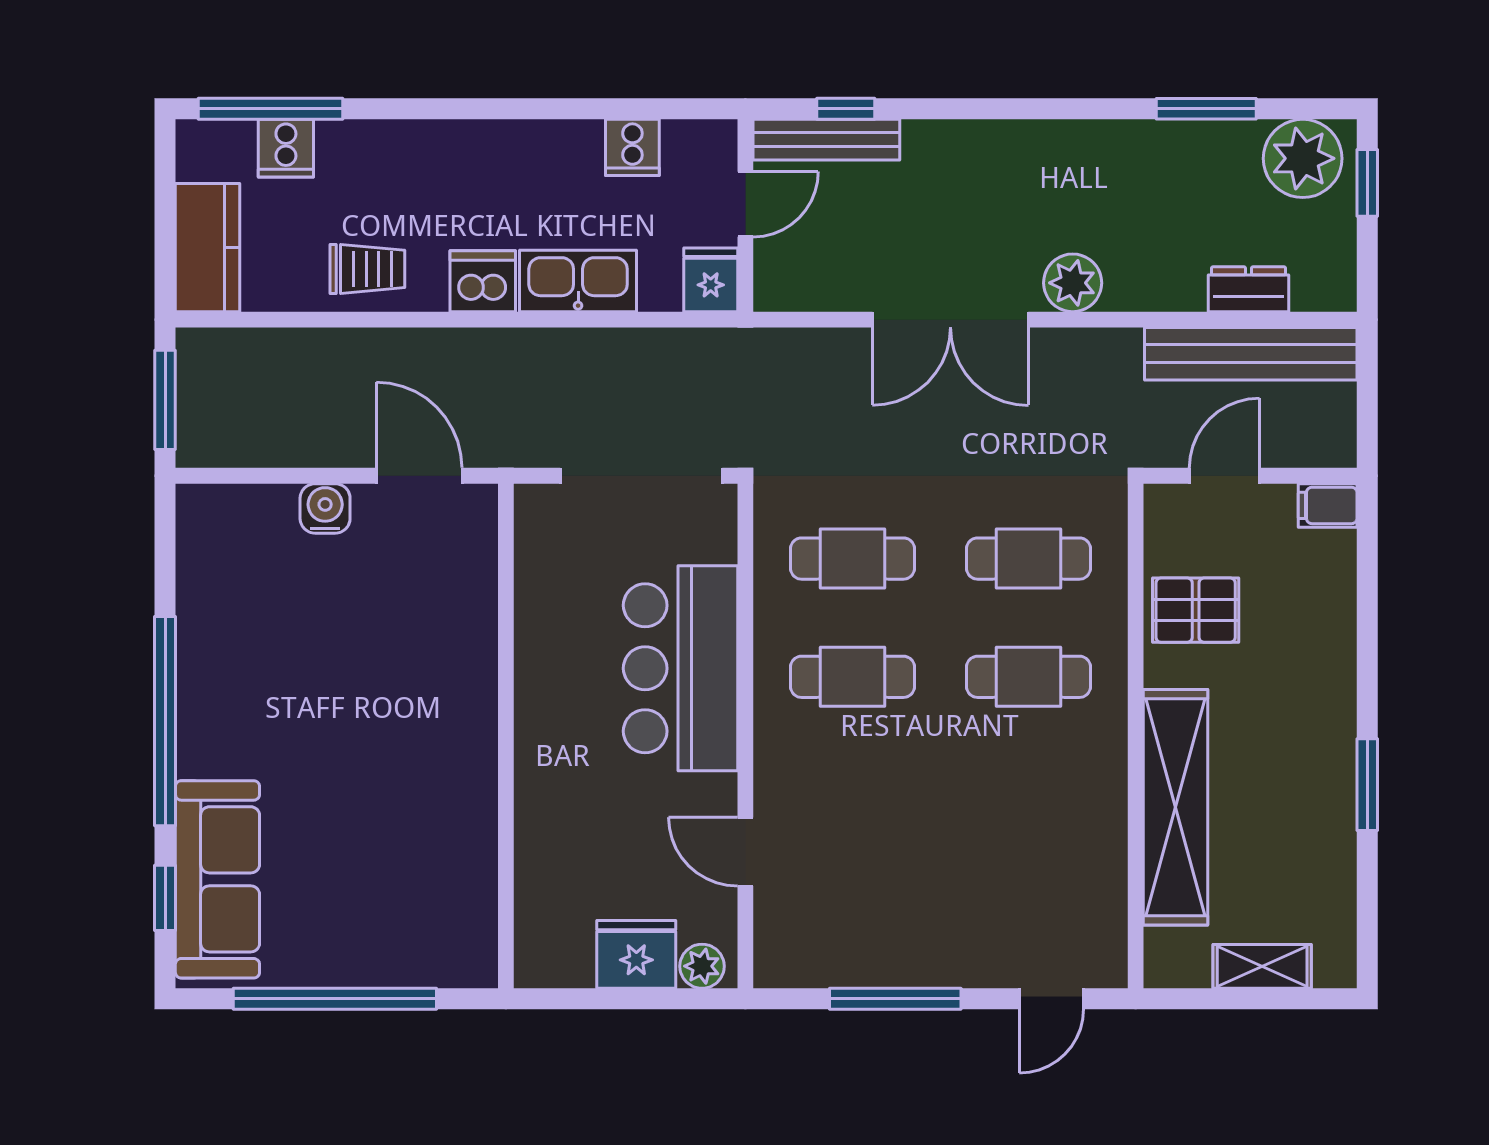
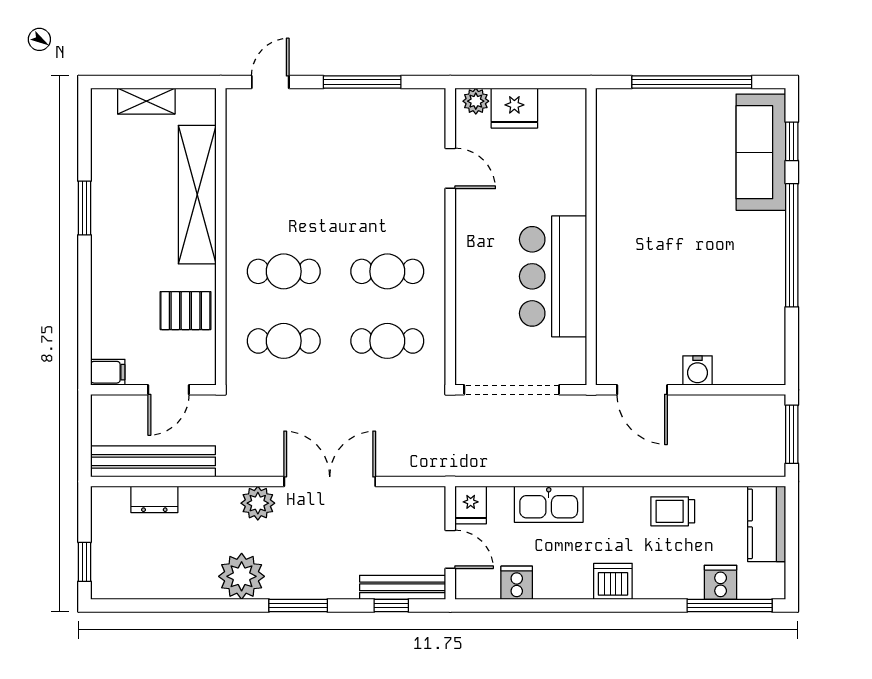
window: (1206, 109) -> (298, 605), moved
plant: (1303, 158) -> (242, 576), moved
door: (745, 204) -> (450, 549), swing flipped
dishwasher: (483, 281) -> (613, 581), moved, turned 180
bar counter: (681, 668) -> (553, 276), moved, turned 180

